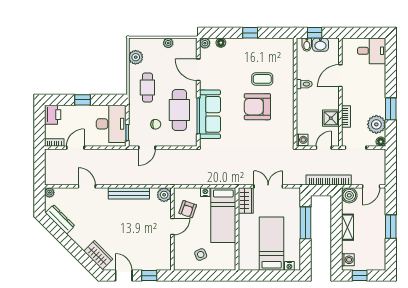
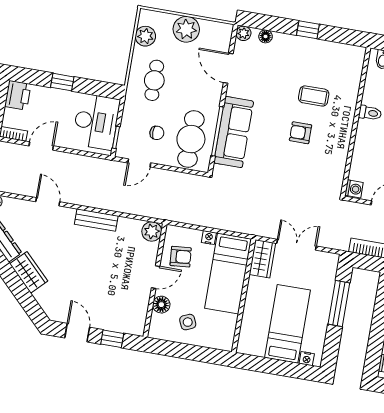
plant: (168, 43) -> (186, 29), width x1.88, depth x1.88
armchair: (257, 107) -> (301, 133), width x0.53, depth x0.53
cafe table: (179, 110) -> (191, 139), moved
bench: (129, 193) -> (96, 220), width x0.73
armchair: (188, 209) -> (181, 257), turned -114
floor lamp: (180, 245) -> (161, 305), added
wardrobe: (98, 255) -> (29, 272), moved

